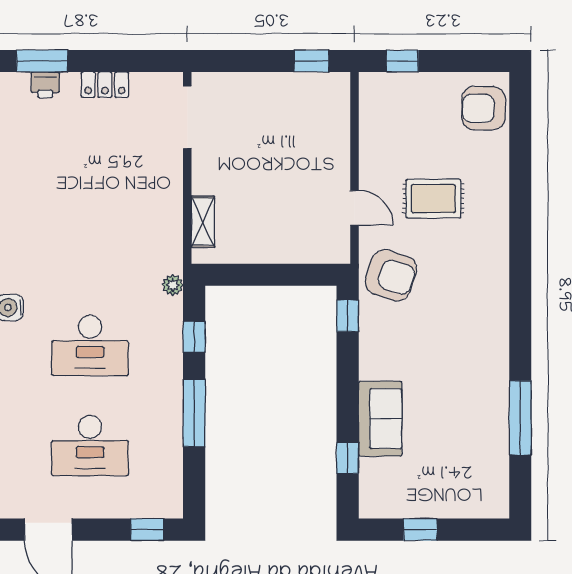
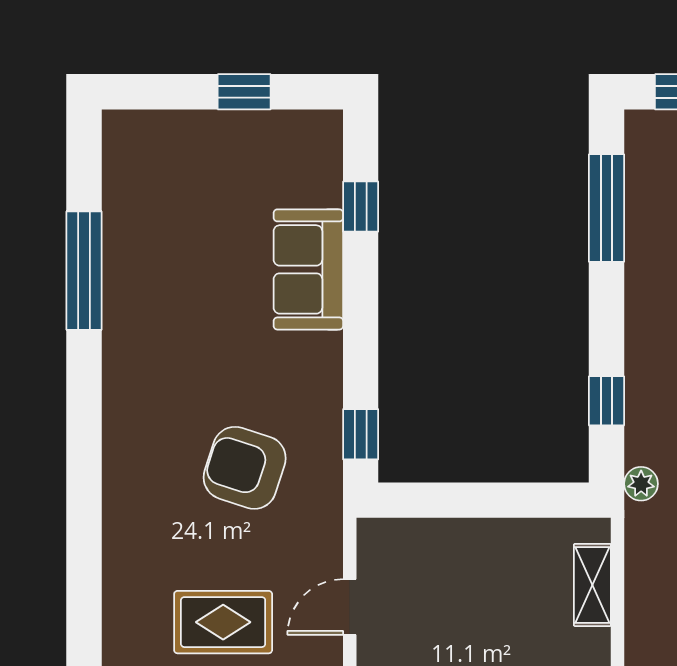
door: (354, 208) -> (350, 607), hinge flipped
armchair: (391, 275) -> (245, 468), moved
window: (194, 413) -> (607, 208), moved

